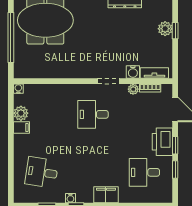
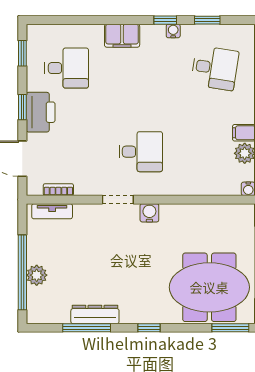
window: (175, 31) -> (22, 272), width x3.17
water cooler: (133, 72) -> (149, 213), moved
plant: (133, 89) -> (83, 188), removed
window: (175, 170) -> (22, 53), moved

